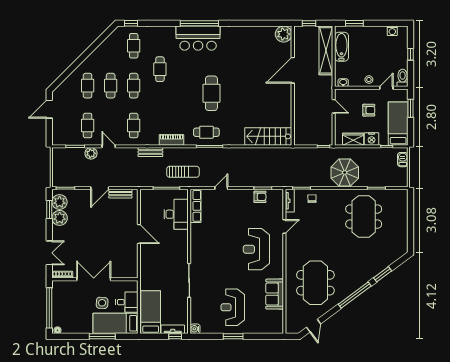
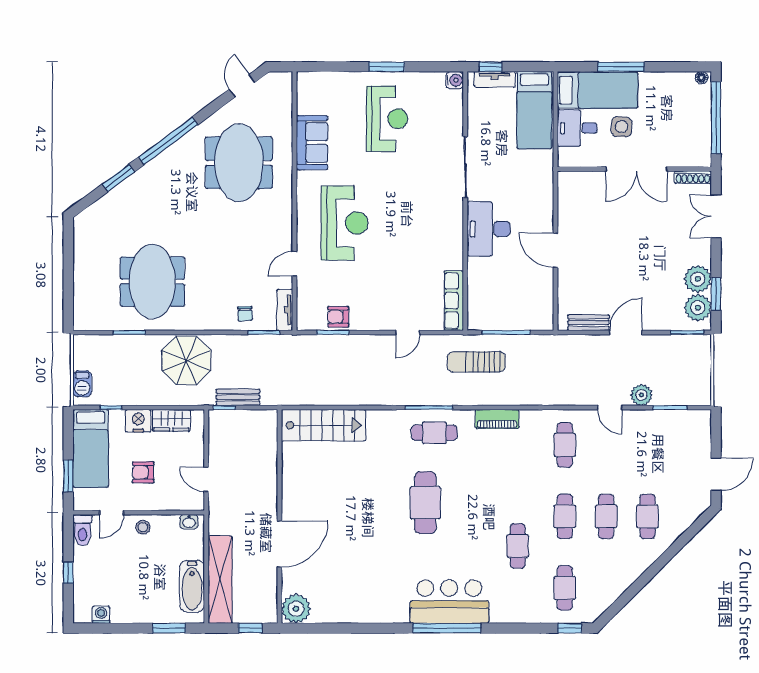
cafe table: (88, 125) -> (648, 445), removed
bench: (150, 152) -> (238, 397), moved
desk: (176, 214) -> (489, 229), moved

